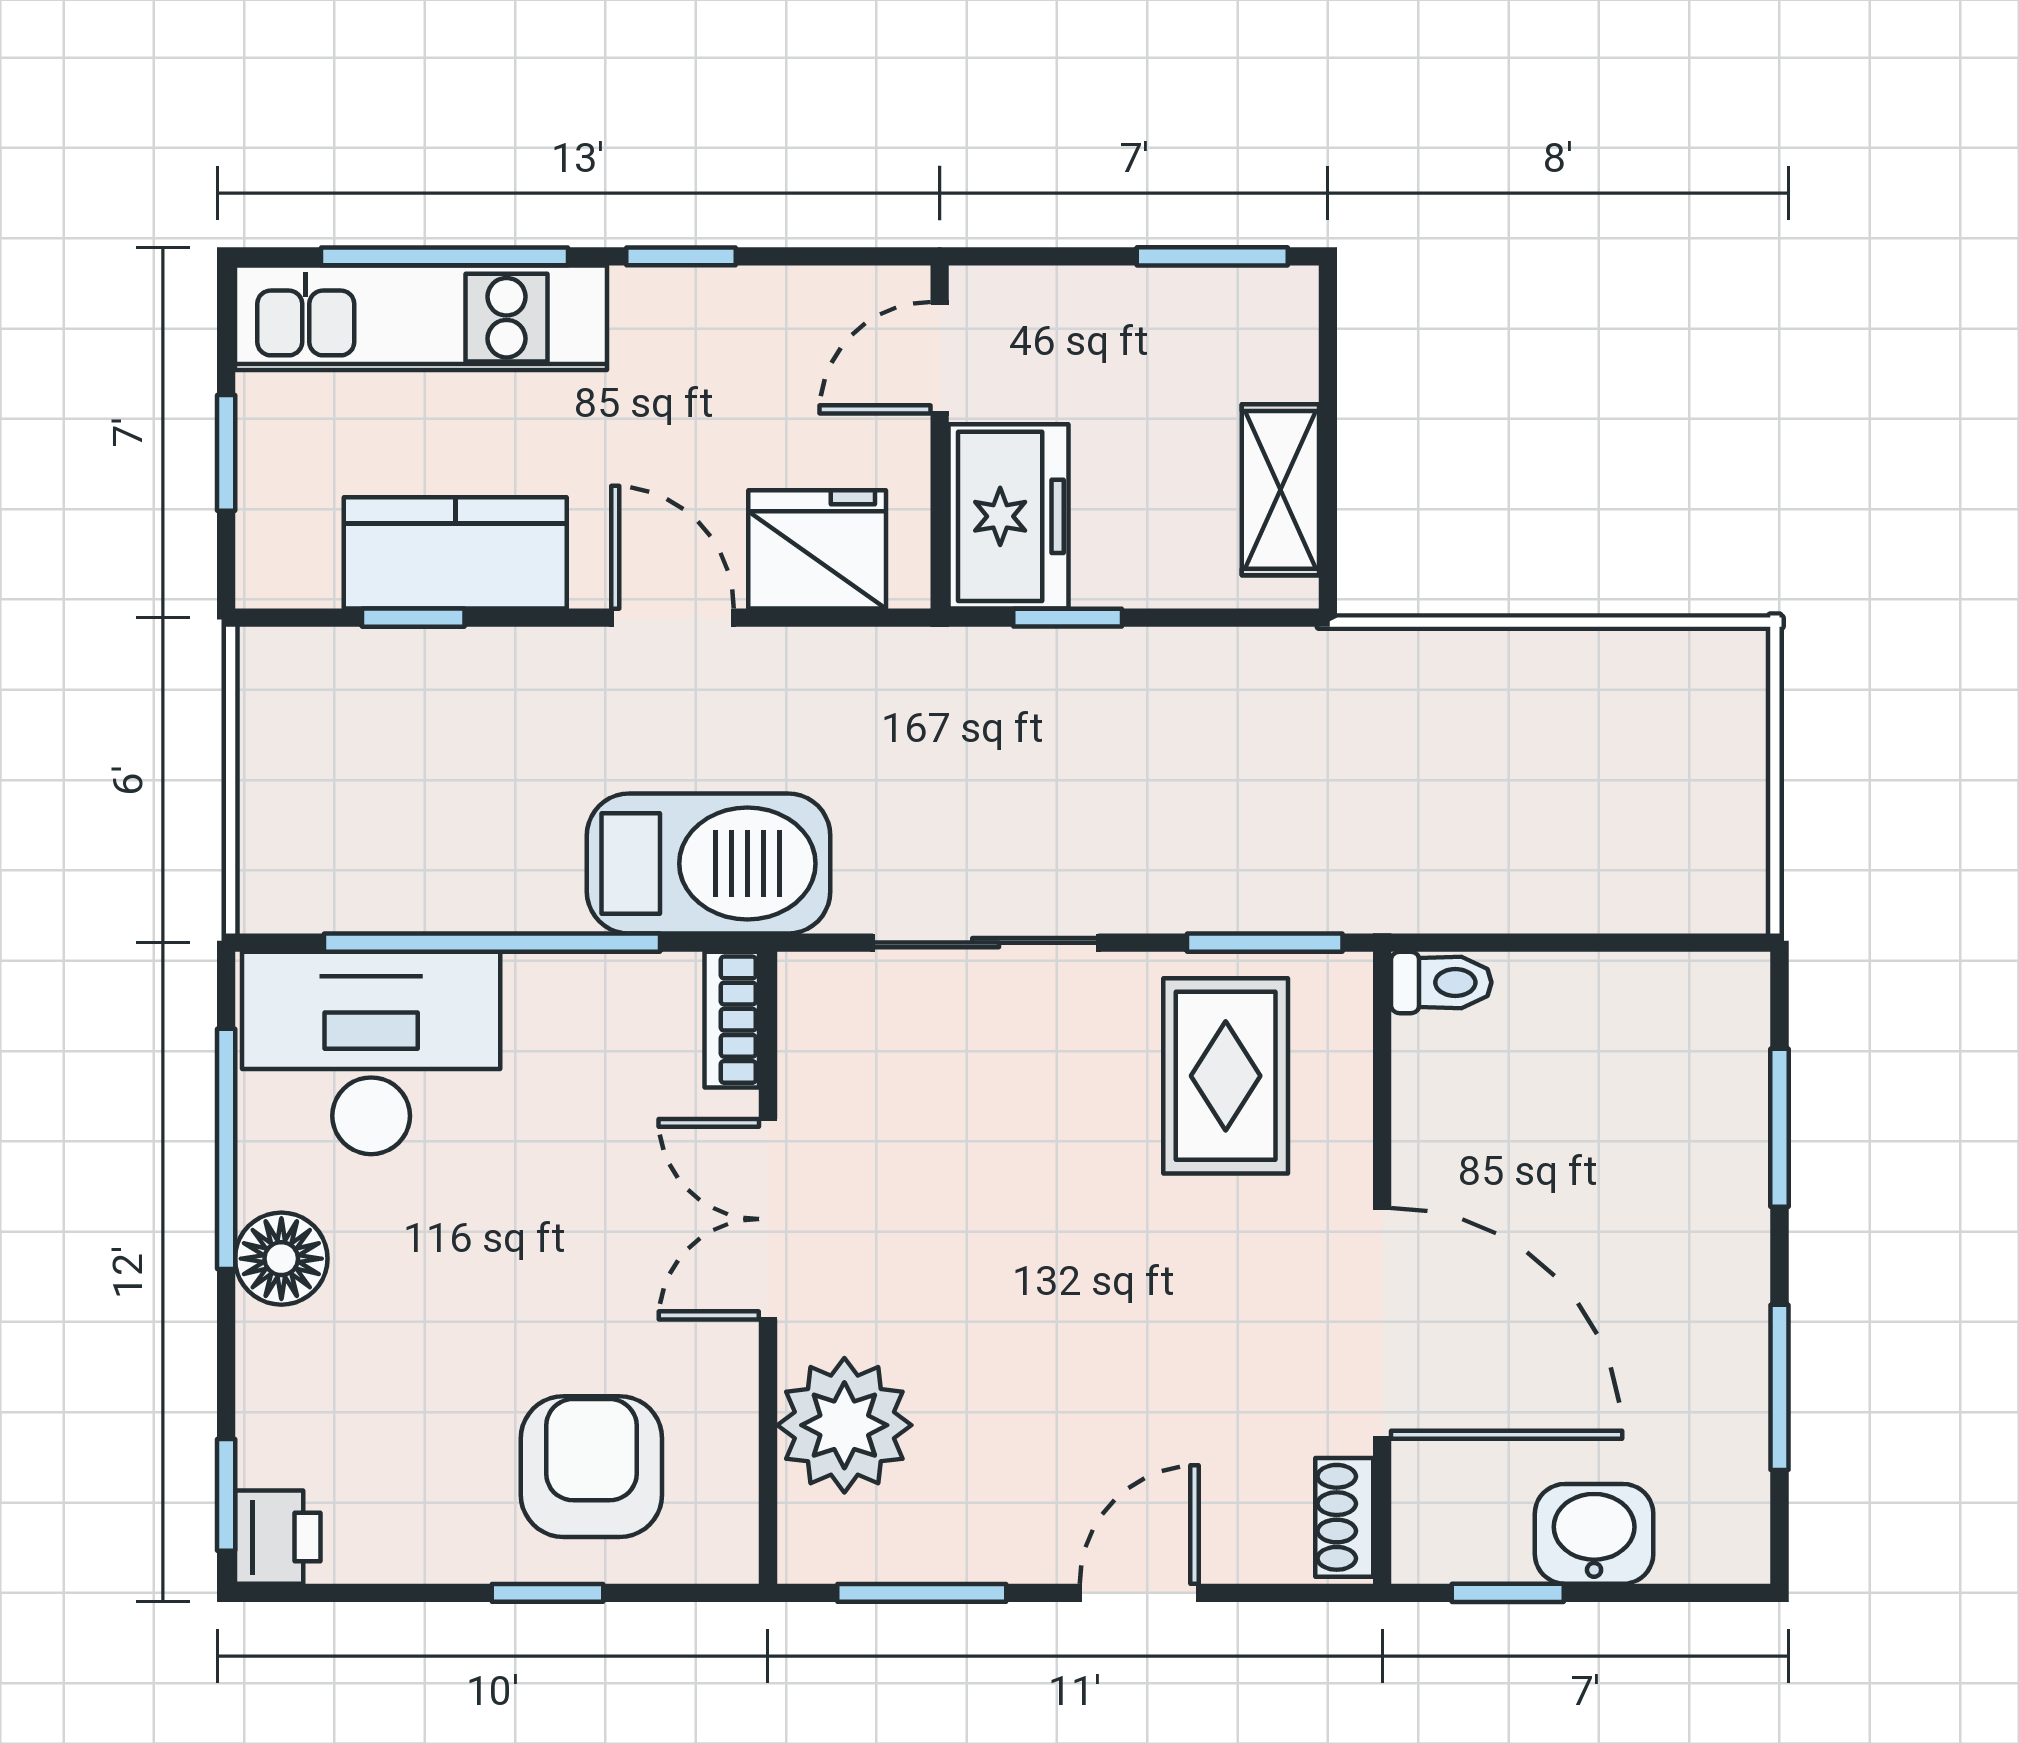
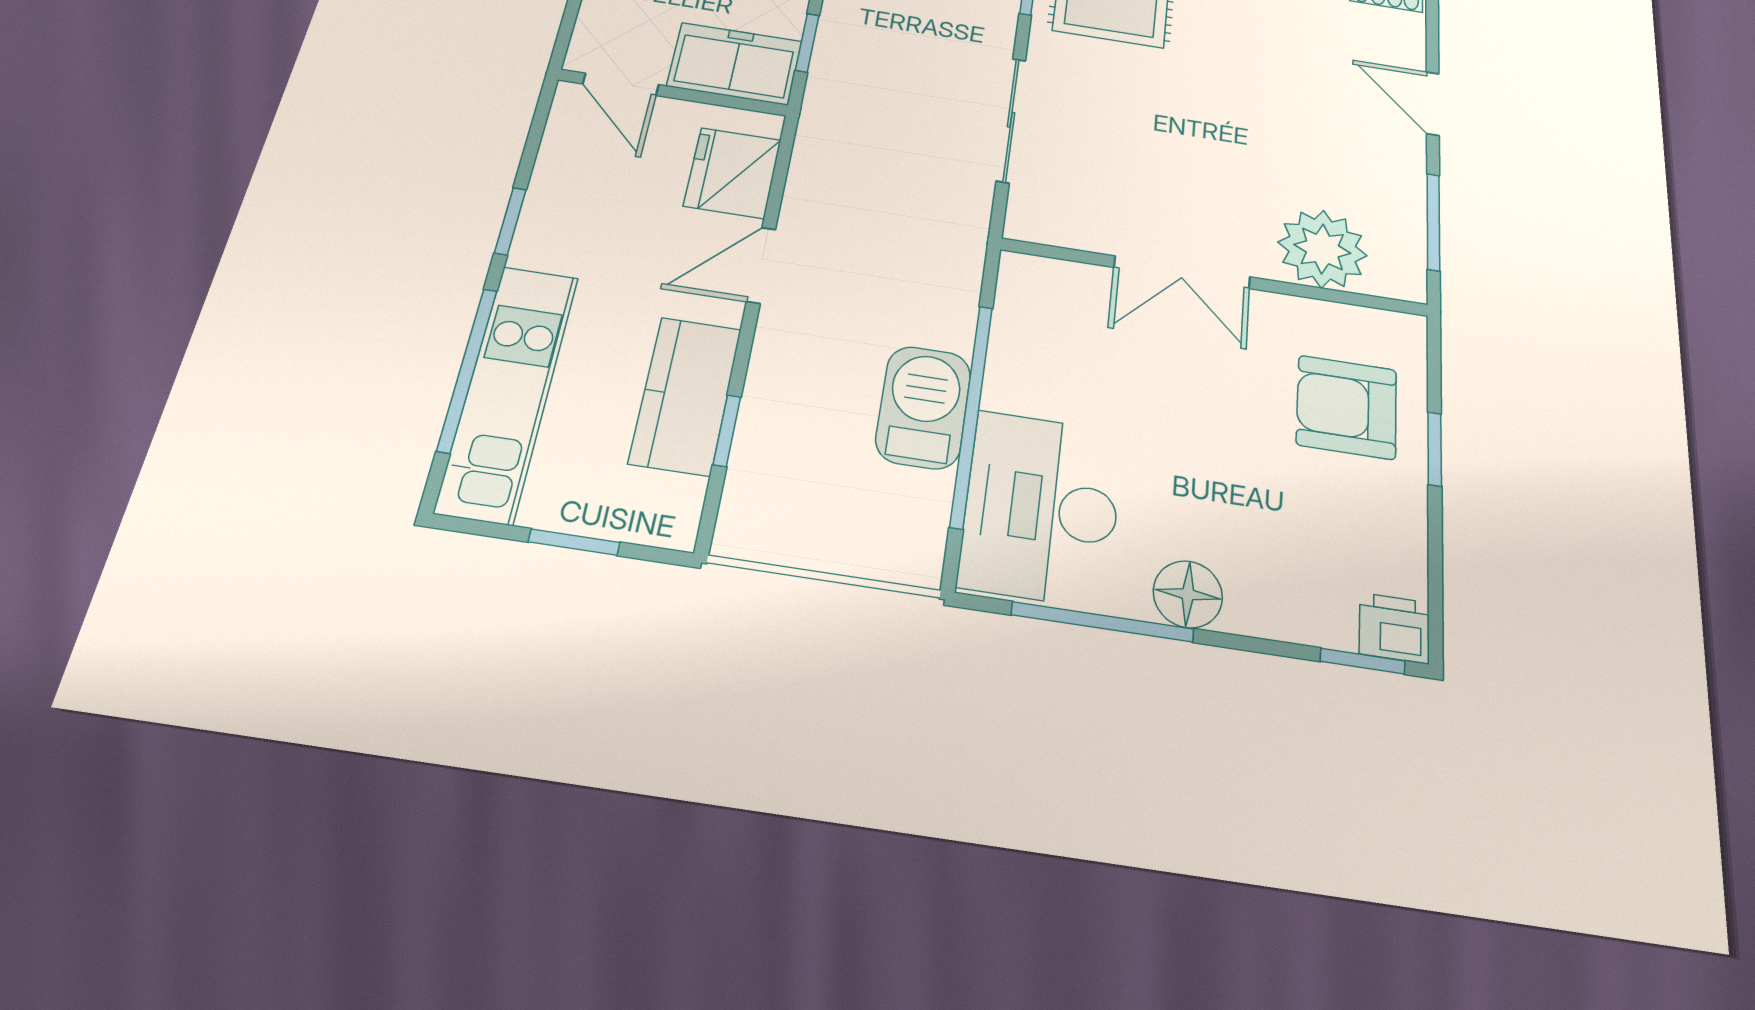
barbecue: (709, 864) -> (923, 407), moved, width x0.73, depth x0.83
bookcase: (732, 1020) -> (1044, 273), removed

